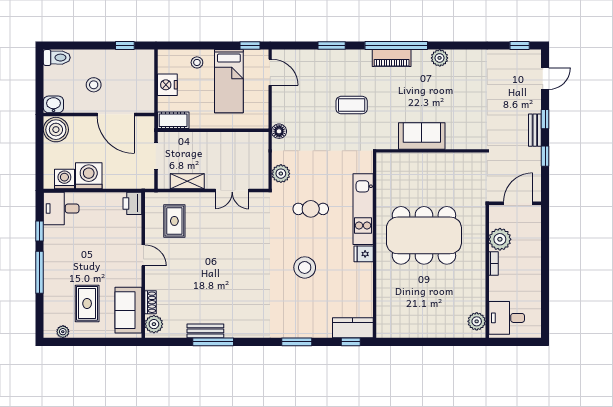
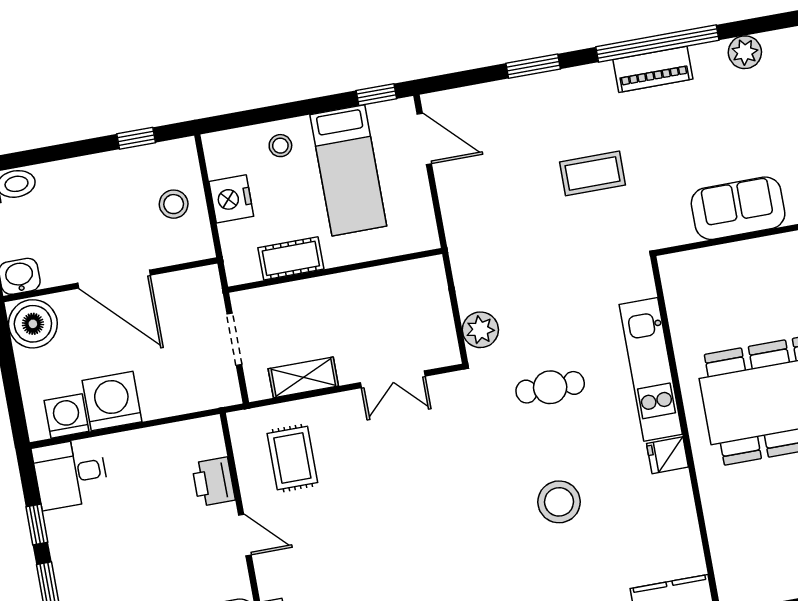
stool: (94, 85) -> (174, 204), moved
door: (116, 114) -> (114, 279), moved
cot: (173, 120) -> (291, 258), moved
floor lamp: (279, 131) -> (462, 249), removed
printer: (132, 203) -> (213, 482), moved

